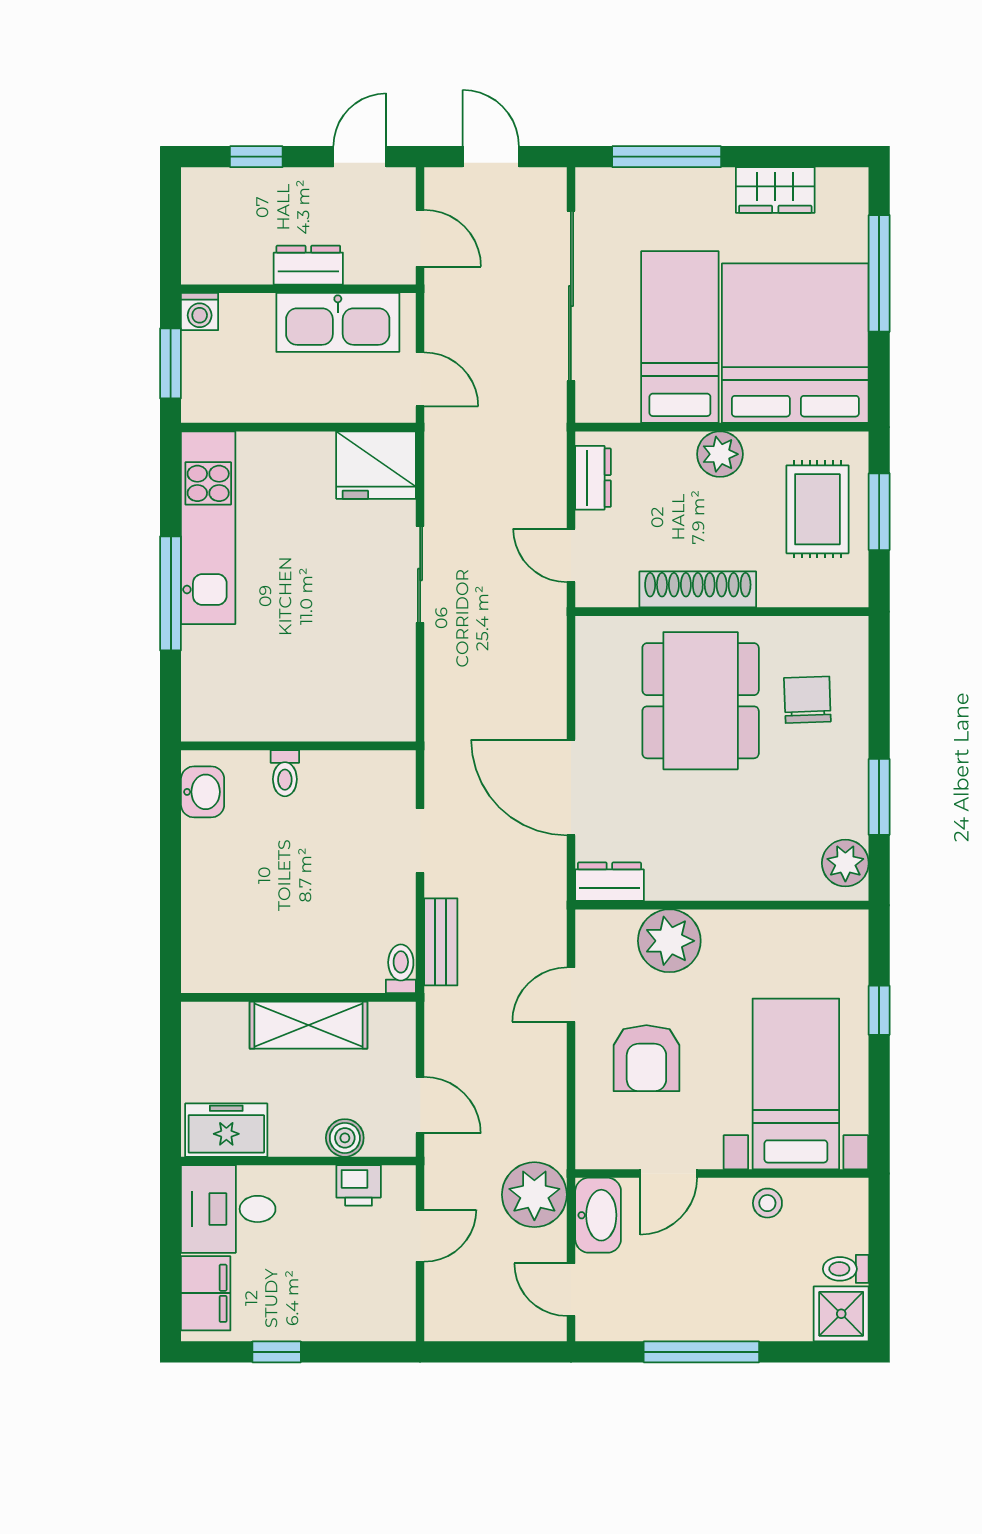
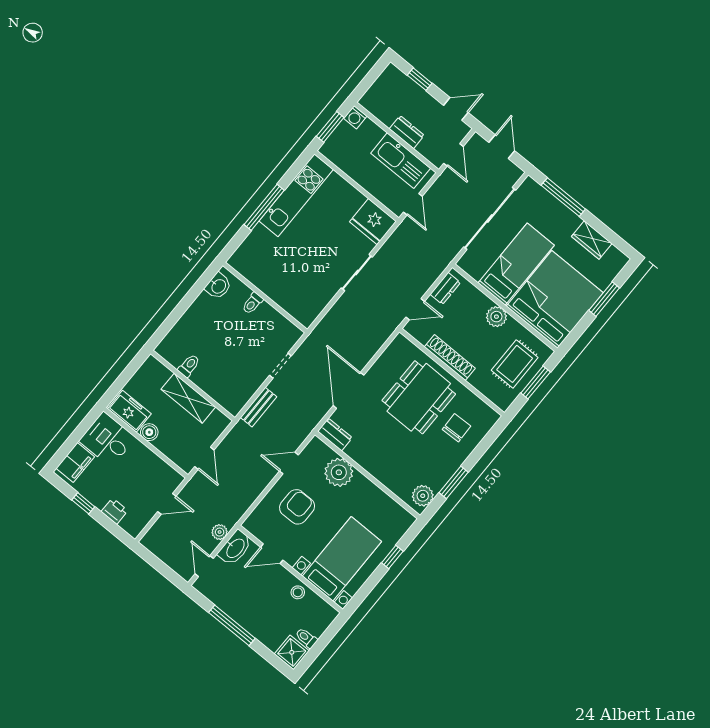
window: (879, 273) -> (604, 299), width x0.69
door: (571, 555) -> (415, 309), swing flipped
toilet: (401, 969) -> (189, 366), moved
armchair: (646, 1058) -> (297, 507), turned 180
boiler: (345, 1138) -> (149, 432), moved
printer: (359, 1185) -> (115, 511), moved, turned 180
plant: (534, 1195) -> (220, 532), width x0.53, depth x0.53

